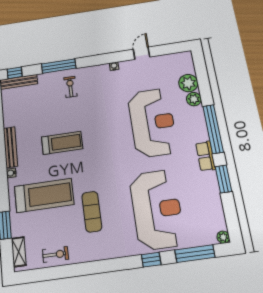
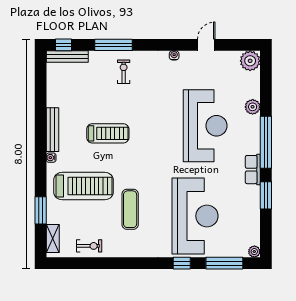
plant: (188, 83) -> (250, 61), moved

